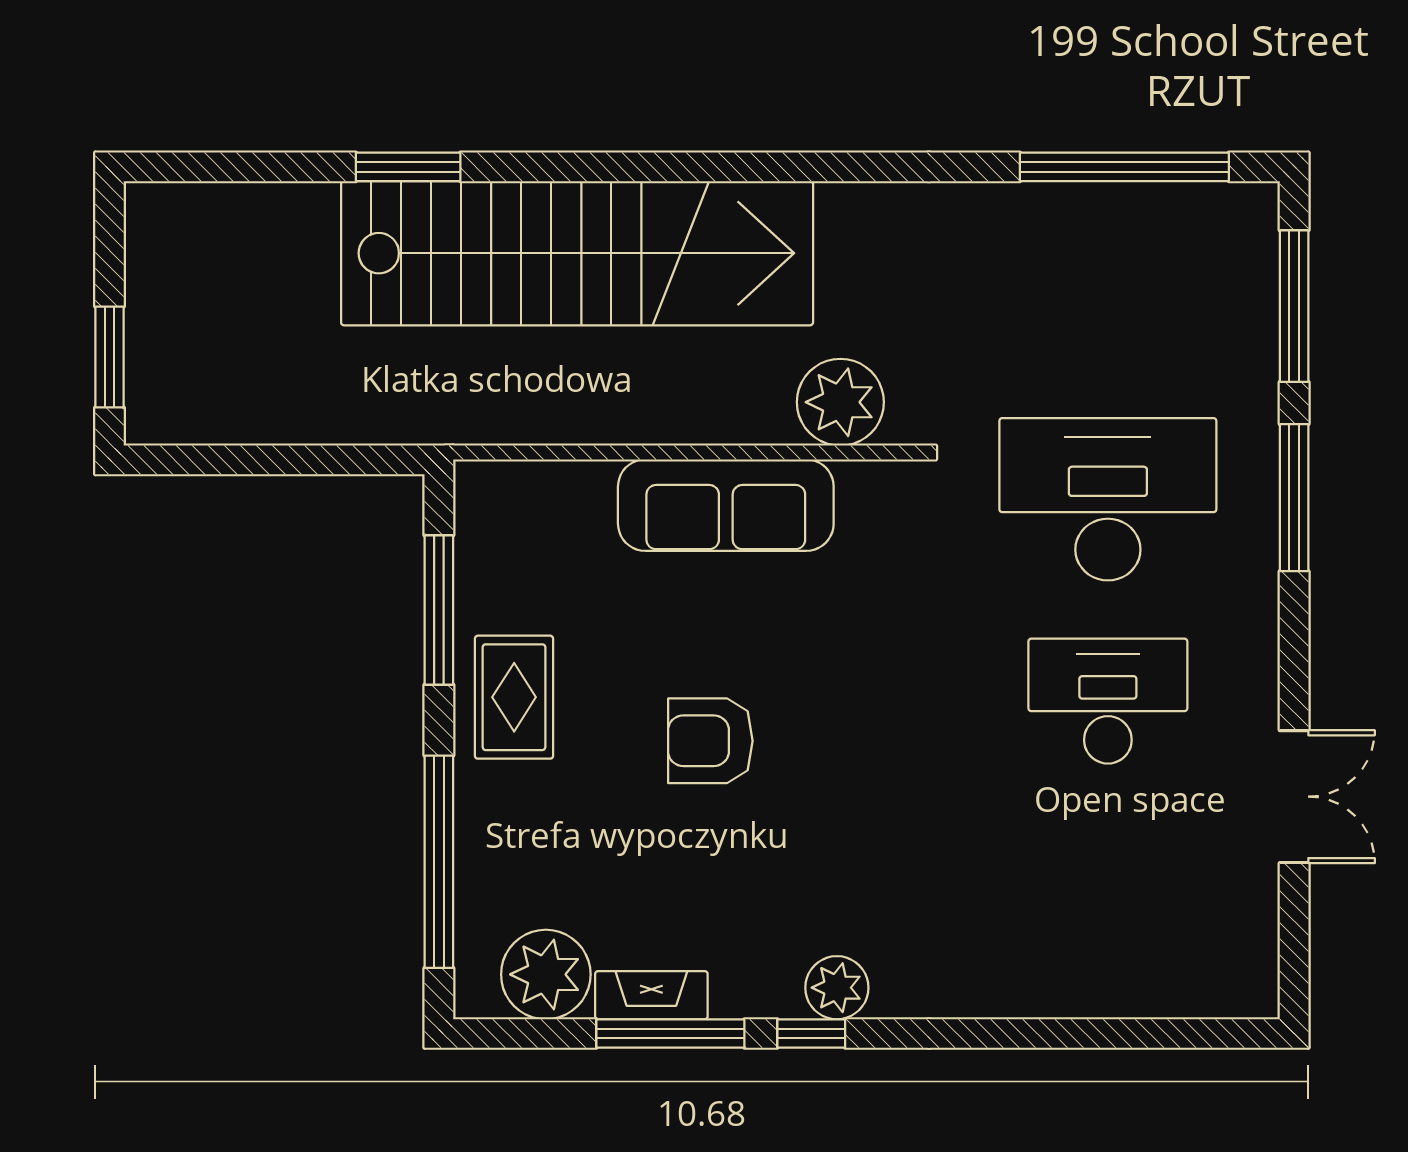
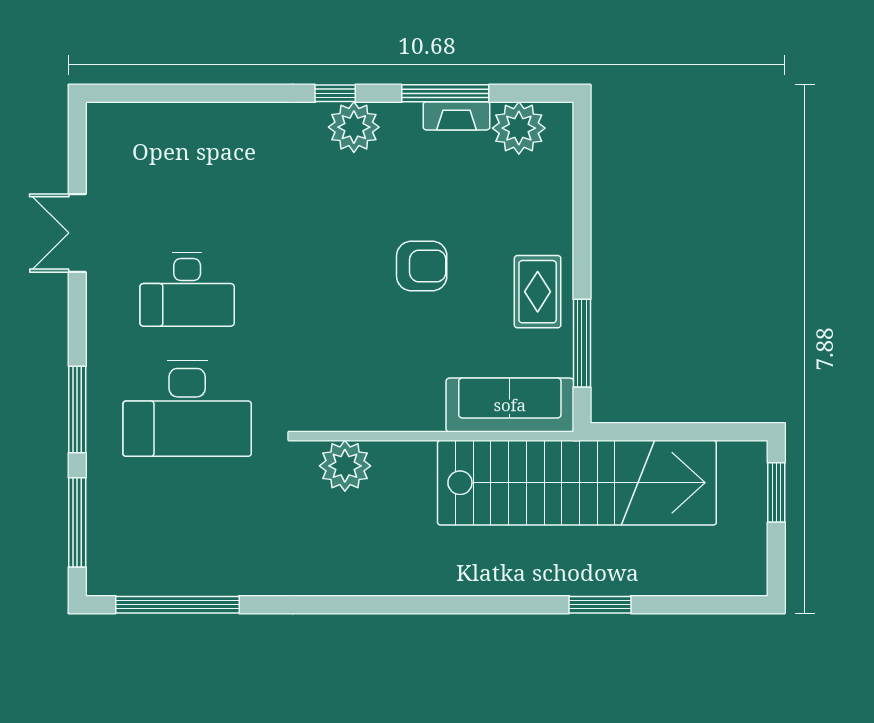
stairs: (577, 253) -> (577, 483), moved, turned 180
sofa: (726, 505) -> (510, 405), moved
window: (439, 862) -> (582, 195), removed
plant: (837, 988) -> (354, 127), width x1.36, depth x1.36
window: (811, 1033) -> (335, 93), moved

